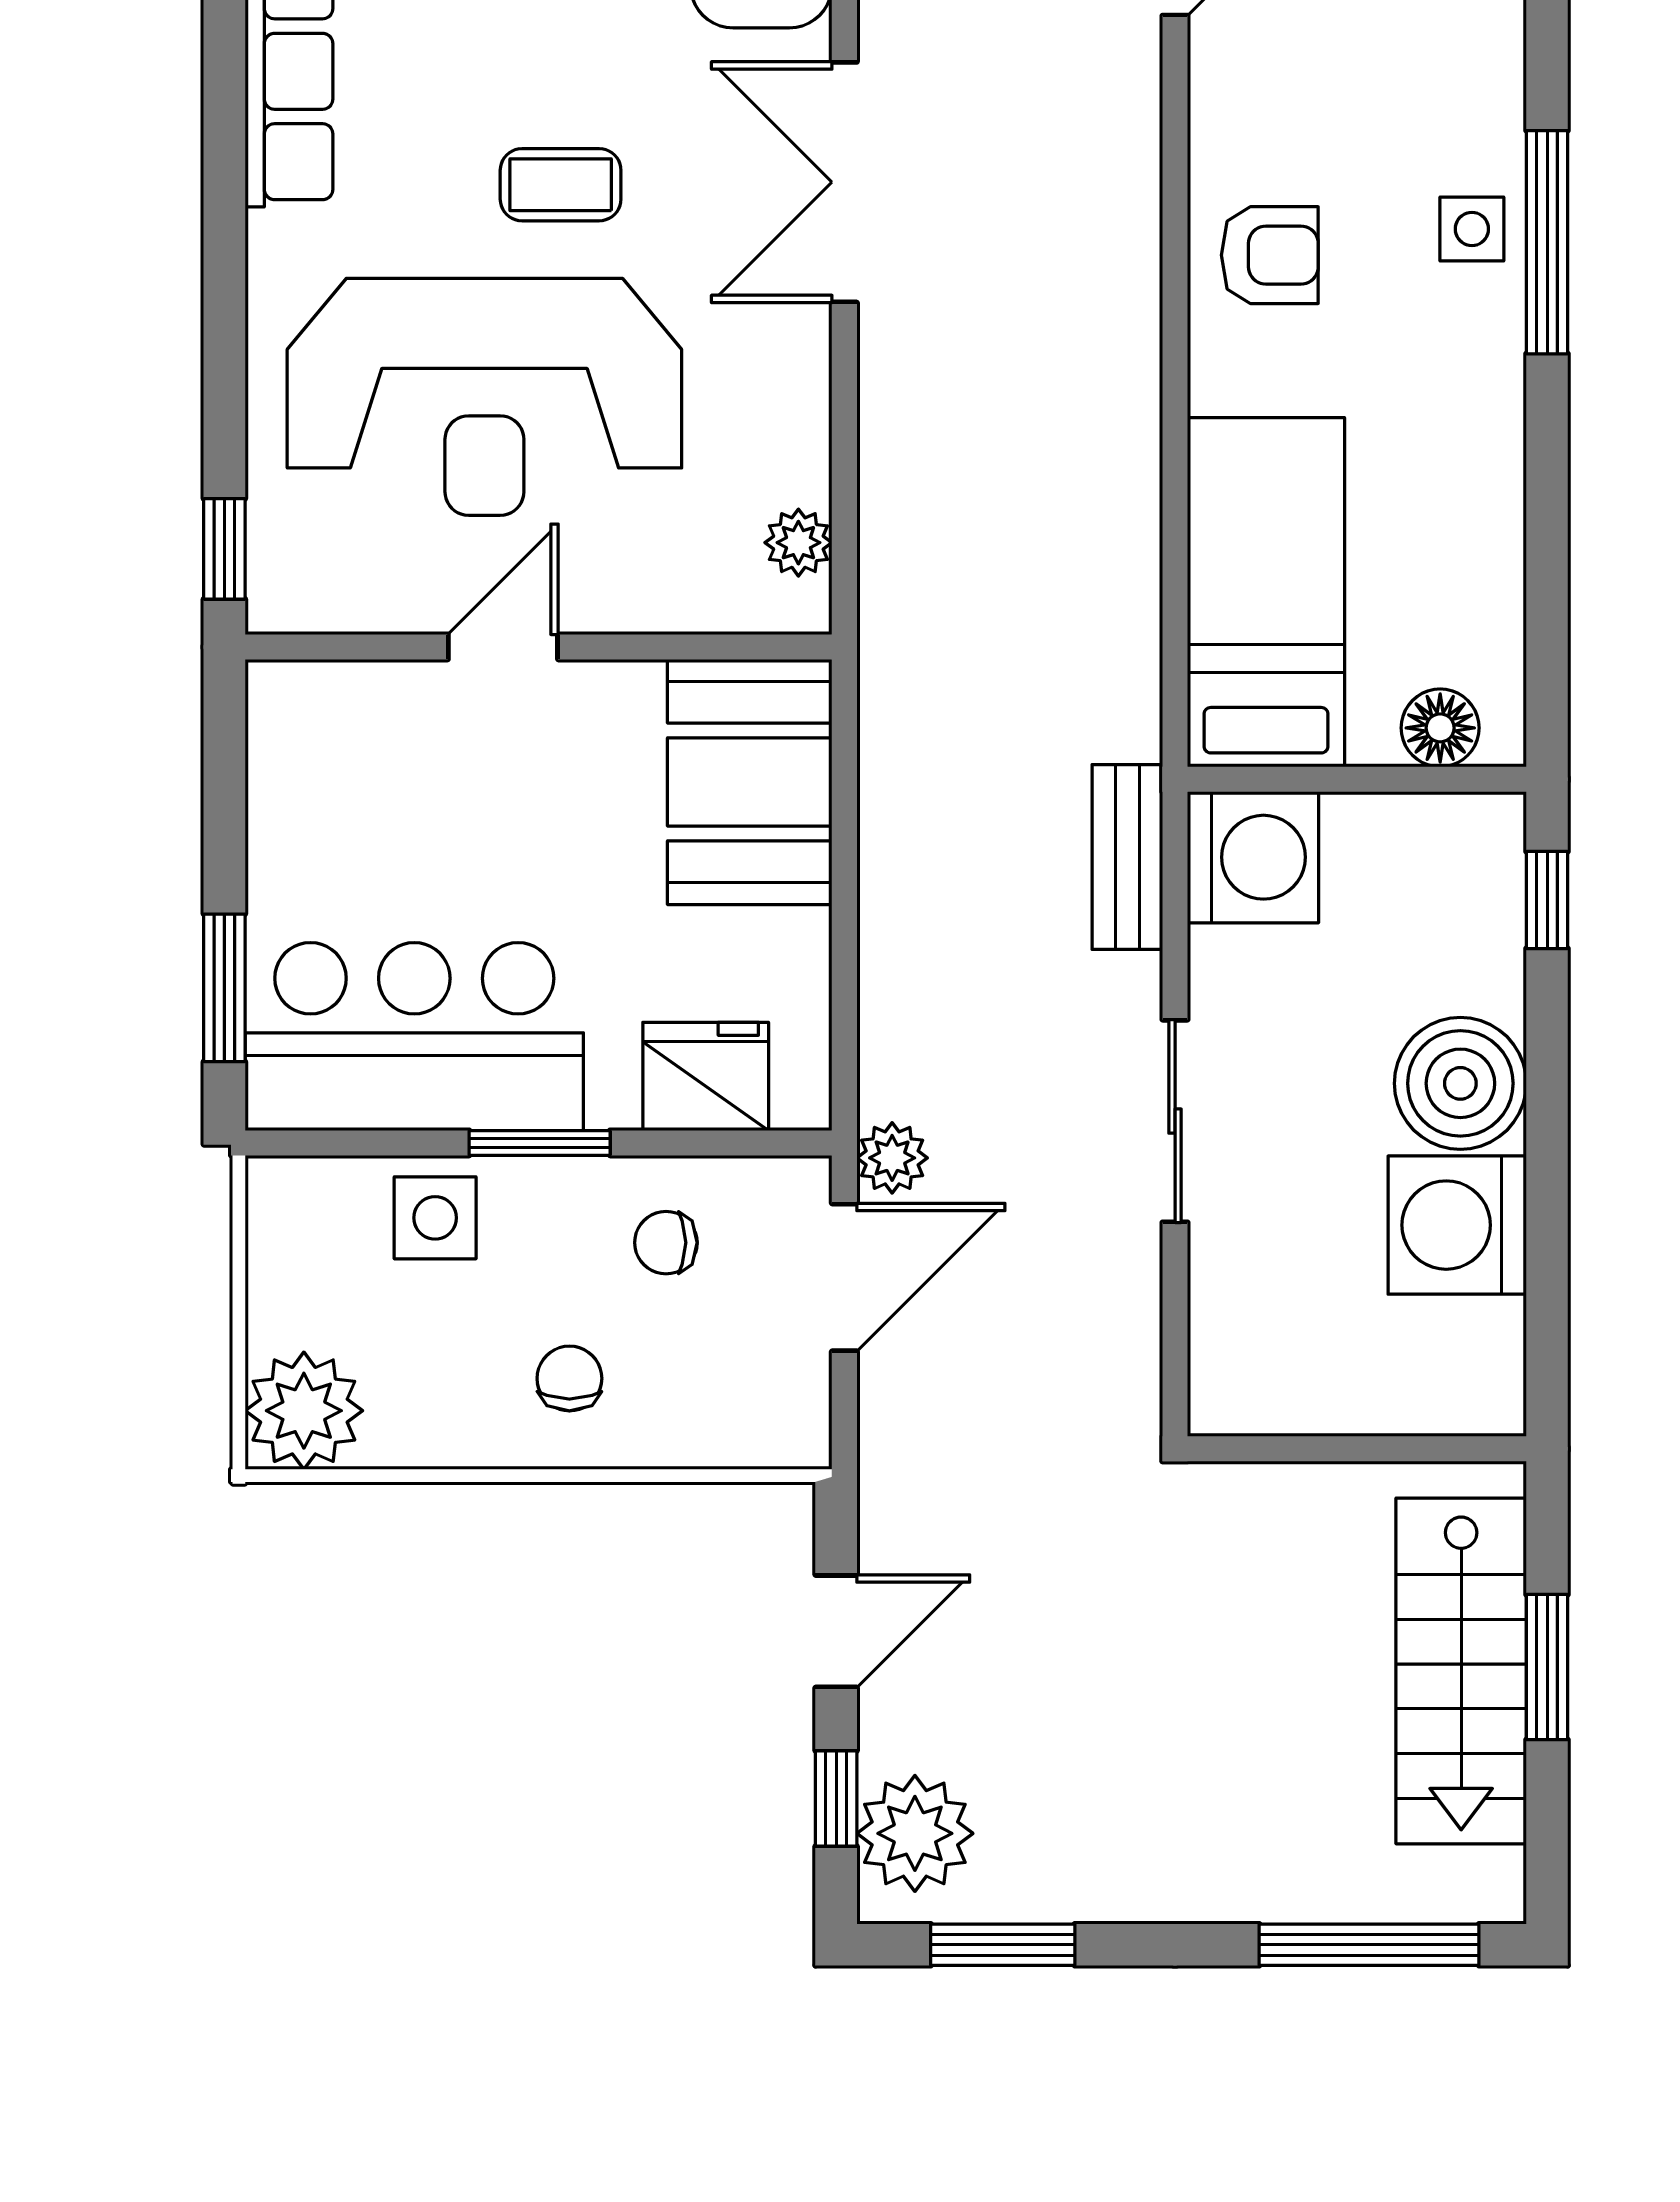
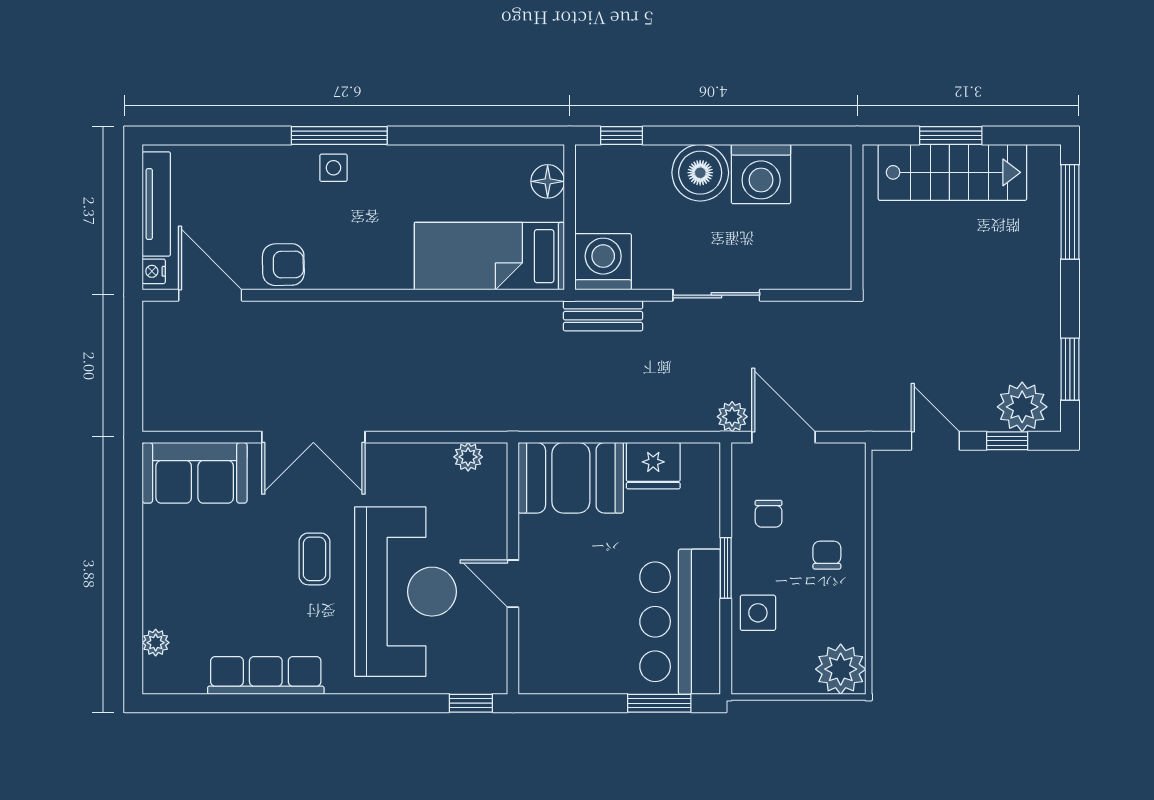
armchair: (1270, 255) -> (283, 265), moved, turned 89
fridge: (706, 1076) -> (653, 466), moved, turned -90
chair: (569, 1378) -> (827, 555), turned 90

